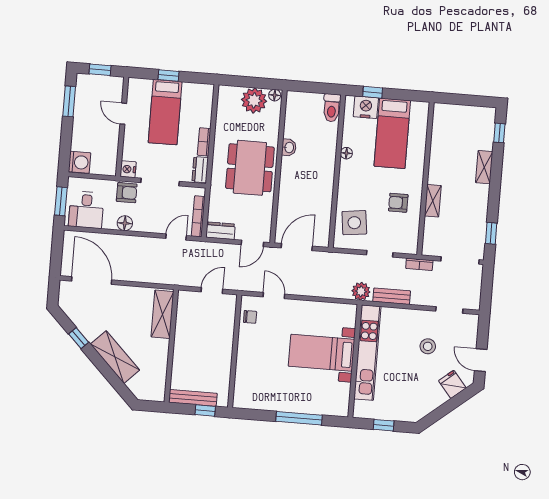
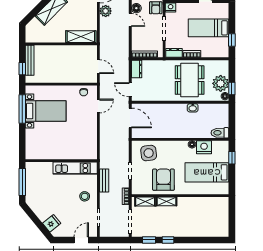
window: (168, 75) -> (232, 40), moved
window: (264, 83) -> (232, 89), added
nightstand: (366, 107) -> (204, 147), moved, turned -90
window: (499, 133) -> (168, 240), moved
shelving: (484, 167) -> (145, 202), moved
dining table: (250, 168) -> (190, 80), moved, turned 90
armchair: (398, 203) -> (163, 180), width x1.88, depth x1.88
door: (176, 237) -> (130, 20), moved
plant: (361, 291) -> (106, 11), moved
stool: (428, 346) -> (85, 196), moved
bed with nightstands: (321, 353) -> (46, 111), moved, turned 90
kitchen unit: (367, 353) -> (75, 168), width x0.73
door: (481, 360) -> (81, 240), moved
window: (299, 418) -> (22, 109), moved
window: (384, 425) -> (22, 182), width x2.17

